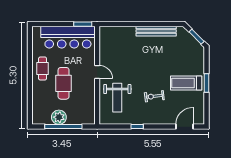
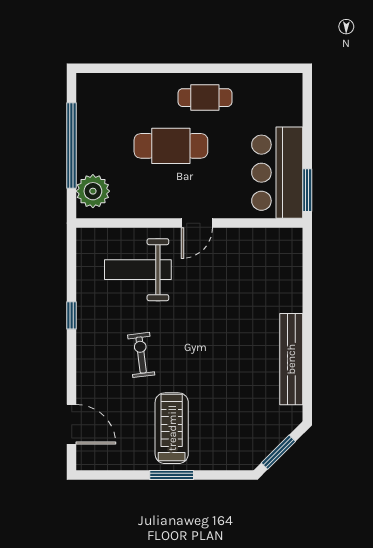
bar counter: (68, 37) -> (277, 173), width x0.73
plant: (59, 117) -> (93, 191), moved

